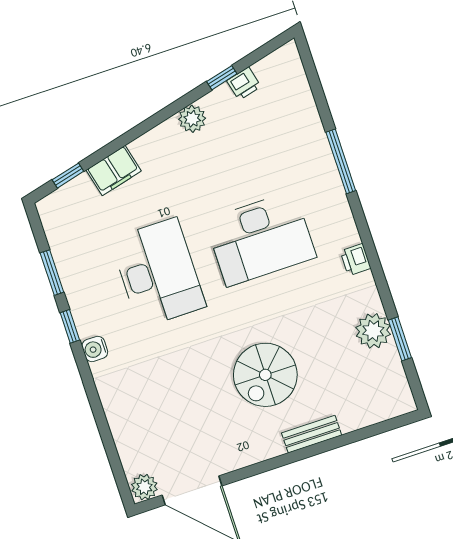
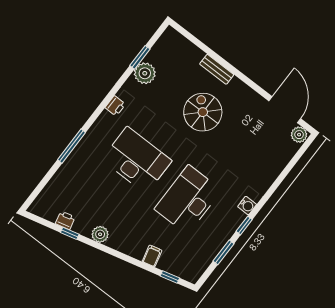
filing cabinet: (114, 171) -> (152, 256), width x0.50
spiral stairs: (265, 375) -> (203, 112), turned -90

